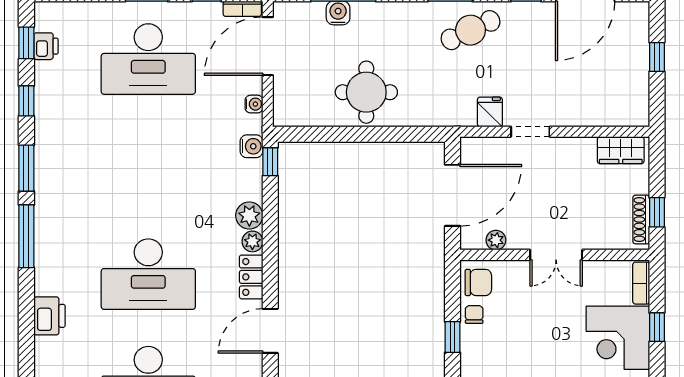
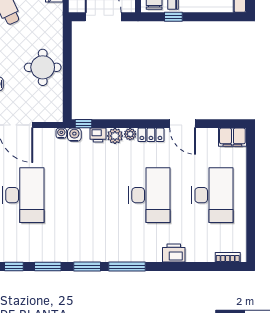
printer: (46, 46) -> (98, 135), moved, turned 180
window: (26, 101) -> (48, 267), width x1.50
water cooler: (254, 104) -> (61, 133), moved
window: (453, 337) -> (173, 17), moved

